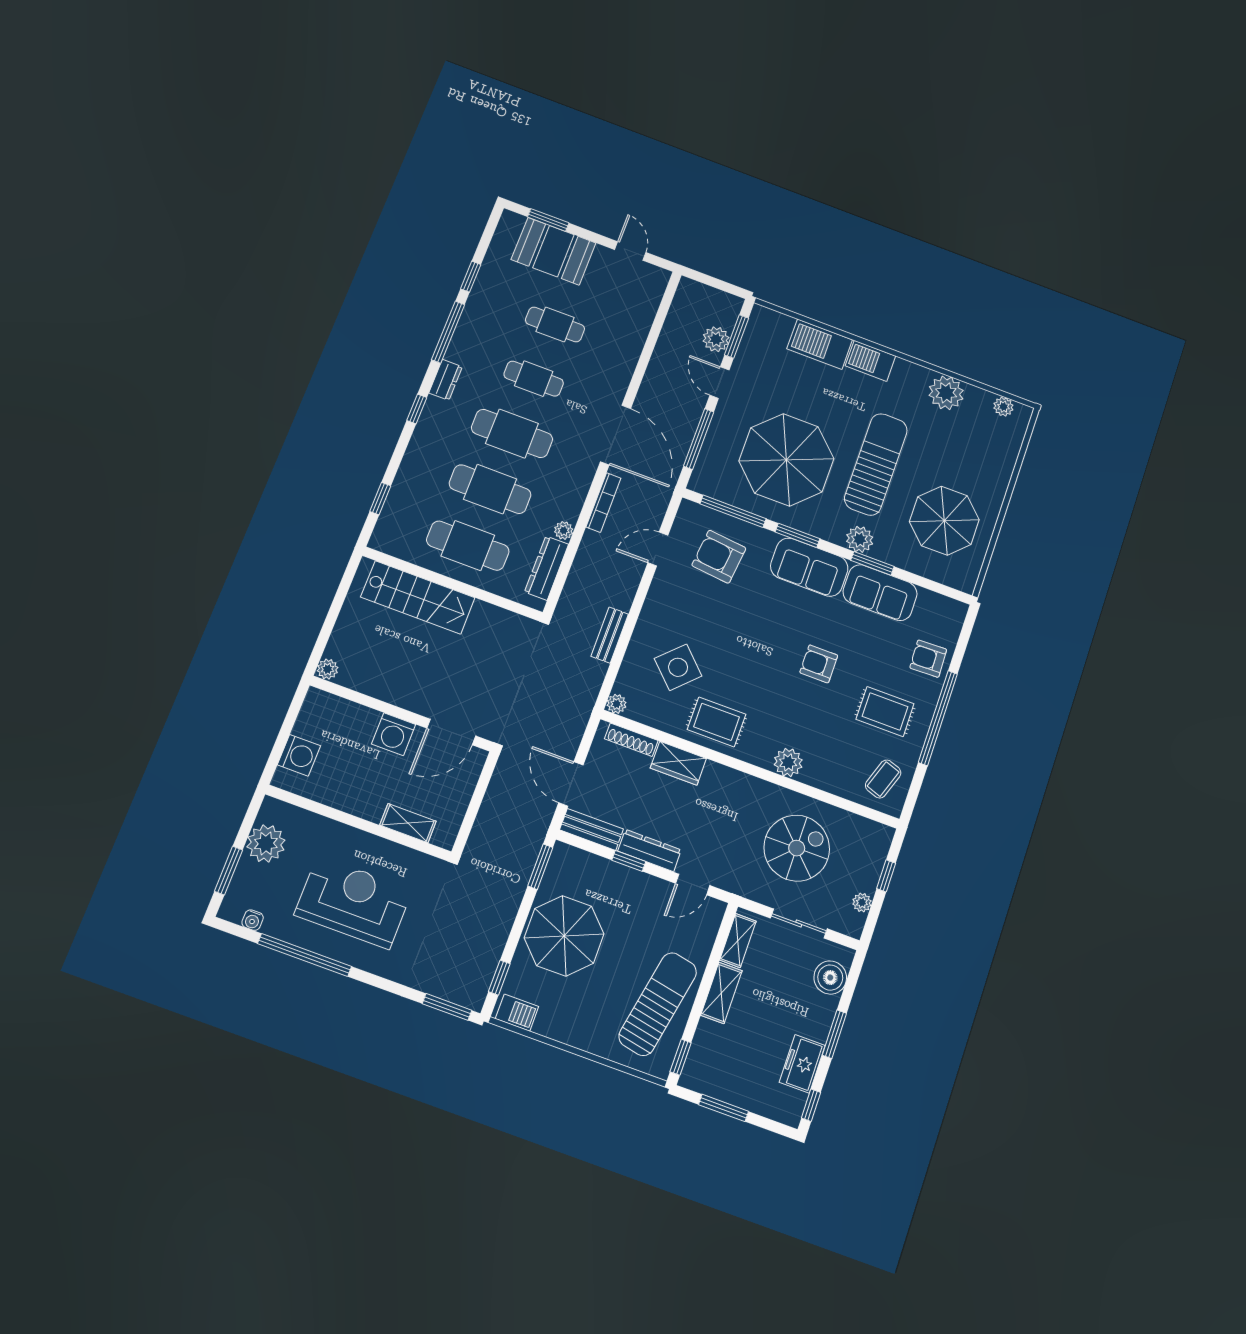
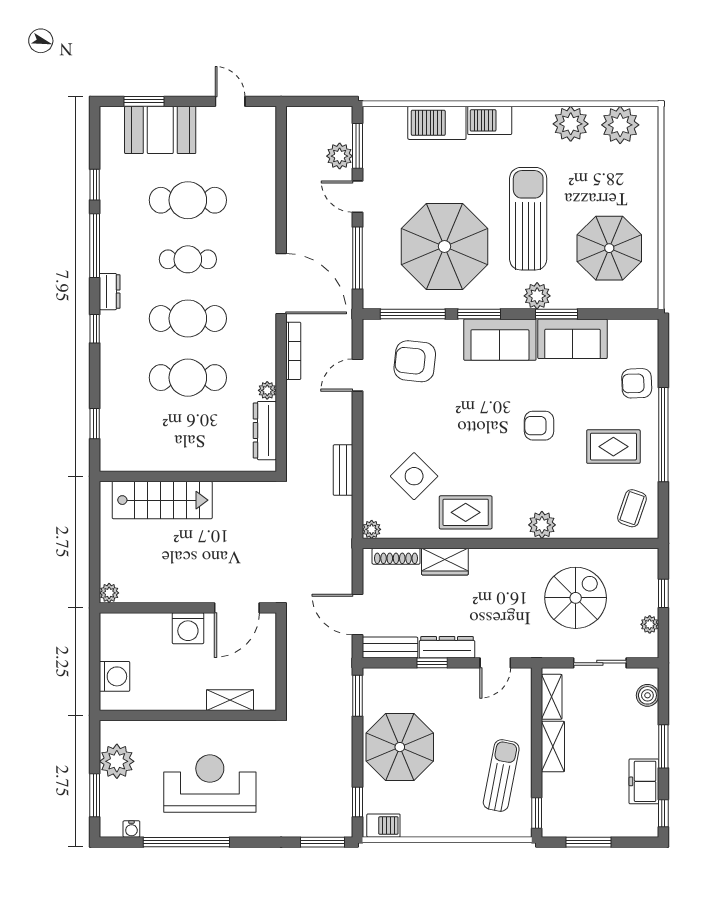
cafe table: (555, 324) -> (188, 200), width x1.37, depth x1.35
plant: (1003, 407) -> (620, 125), width x1.88, depth x1.88
cafe table: (468, 546) -> (188, 437), removed
boiler: (830, 978) -> (647, 695), width x0.73, depth x0.73
sun lounger: (658, 1004) -> (501, 776), width x0.73, depth x0.75

